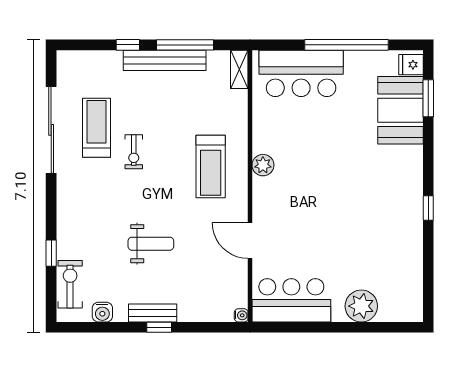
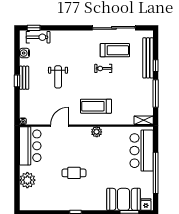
bench: (165, 60) -> (148, 58), moved
cafe table: (347, 211) -> (74, 173), added
window: (51, 253) -> (34, 28), moved

